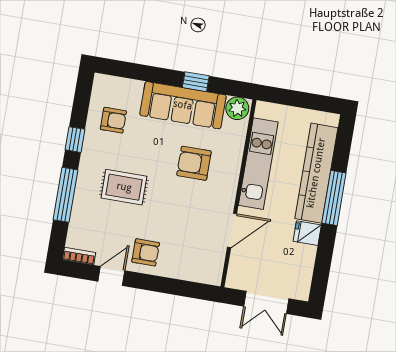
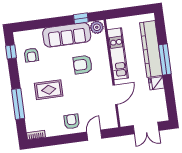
window: (196, 82) -> (81, 18), moved
armchair: (113, 120) -> (31, 55), turned 90
window: (75, 140) -> (11, 52), moved
armchair: (146, 252) -> (72, 121), turned -90
door: (111, 276) -> (94, 135), moved

